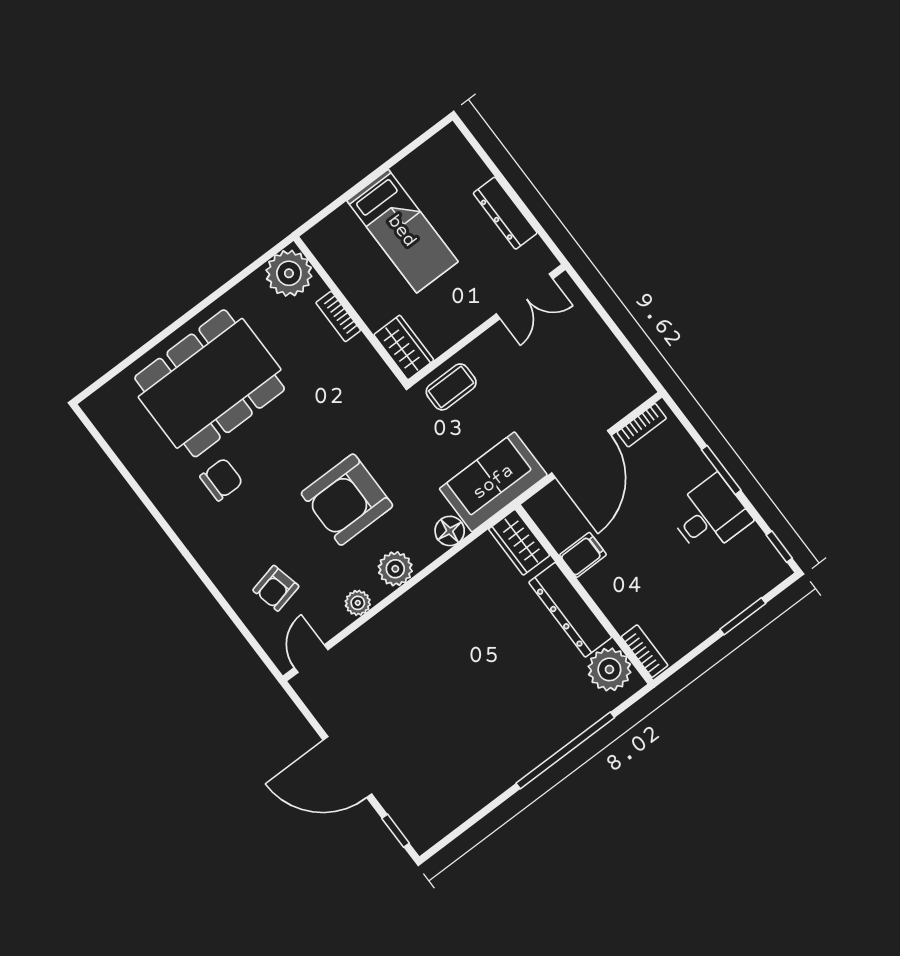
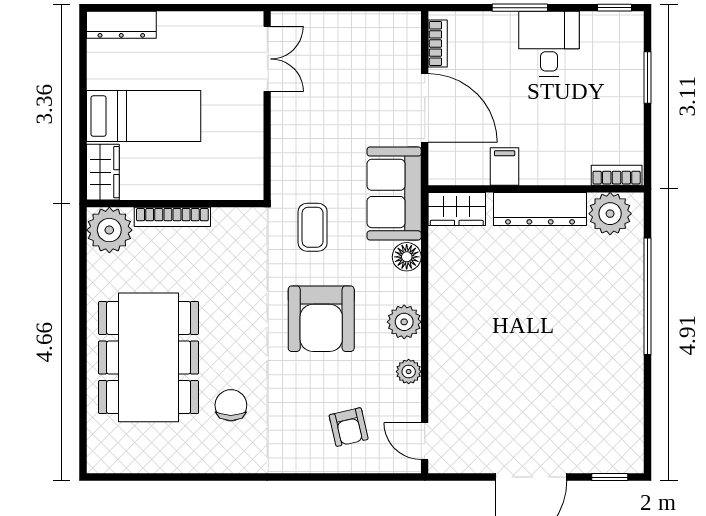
dresser: (505, 213) -> (121, 25), moved
bookcase: (338, 316) -> (172, 217), width x1.56
wardrobe: (404, 347) -> (103, 172), moved, turned 90
coffee table: (451, 387) -> (313, 227), moved

